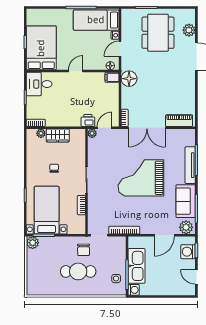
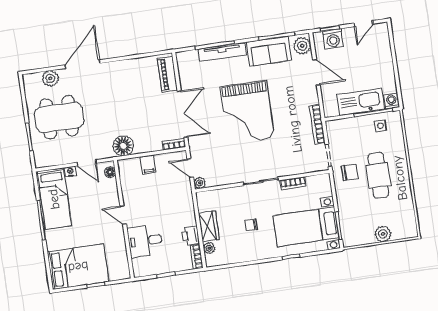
bed: (41, 48) -> (78, 267), moved, turned 180
filing cabinet: (112, 77) -> (148, 164), moved
desk: (39, 84) -> (145, 241), moved, turned 90
printer: (88, 121) -> (191, 235), moved
plant: (33, 243) -> (383, 234), moved

